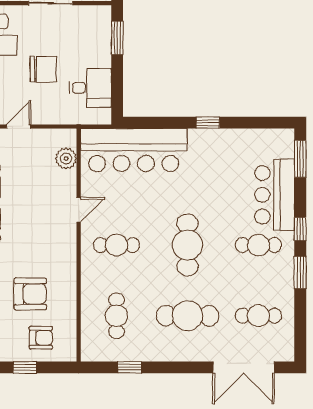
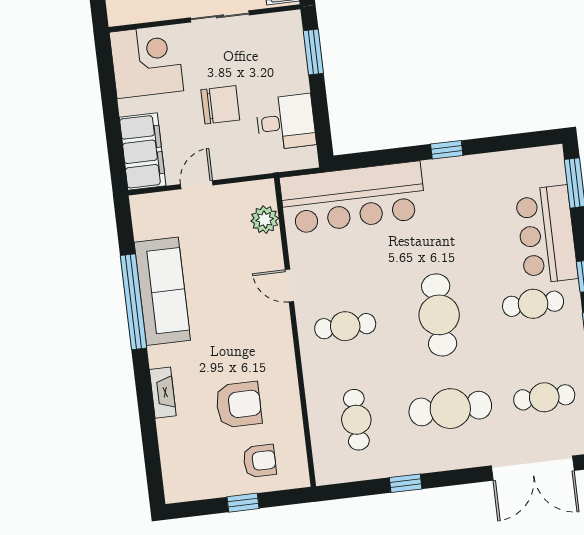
door: (79, 210) -> (289, 286), swing flipped
window: (130, 367) -> (406, 483), moved

